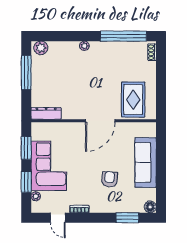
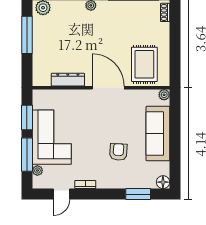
dresser: (46, 113) -> (68, 80), moved
door: (100, 121) -> (108, 88), swing flipped
plant: (151, 127) -> (164, 95), added
window: (26, 182) -> (27, 155), width x1.44
door: (58, 218) -> (62, 194), hinge flipped

